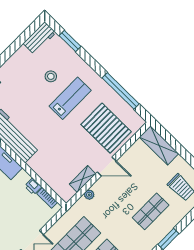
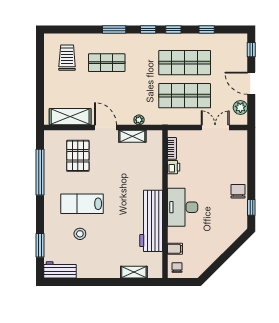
pallet: (106, 128) -> (78, 156), width x0.73, depth x0.71
shelving: (159, 145) -> (70, 117), moved, turned 90

